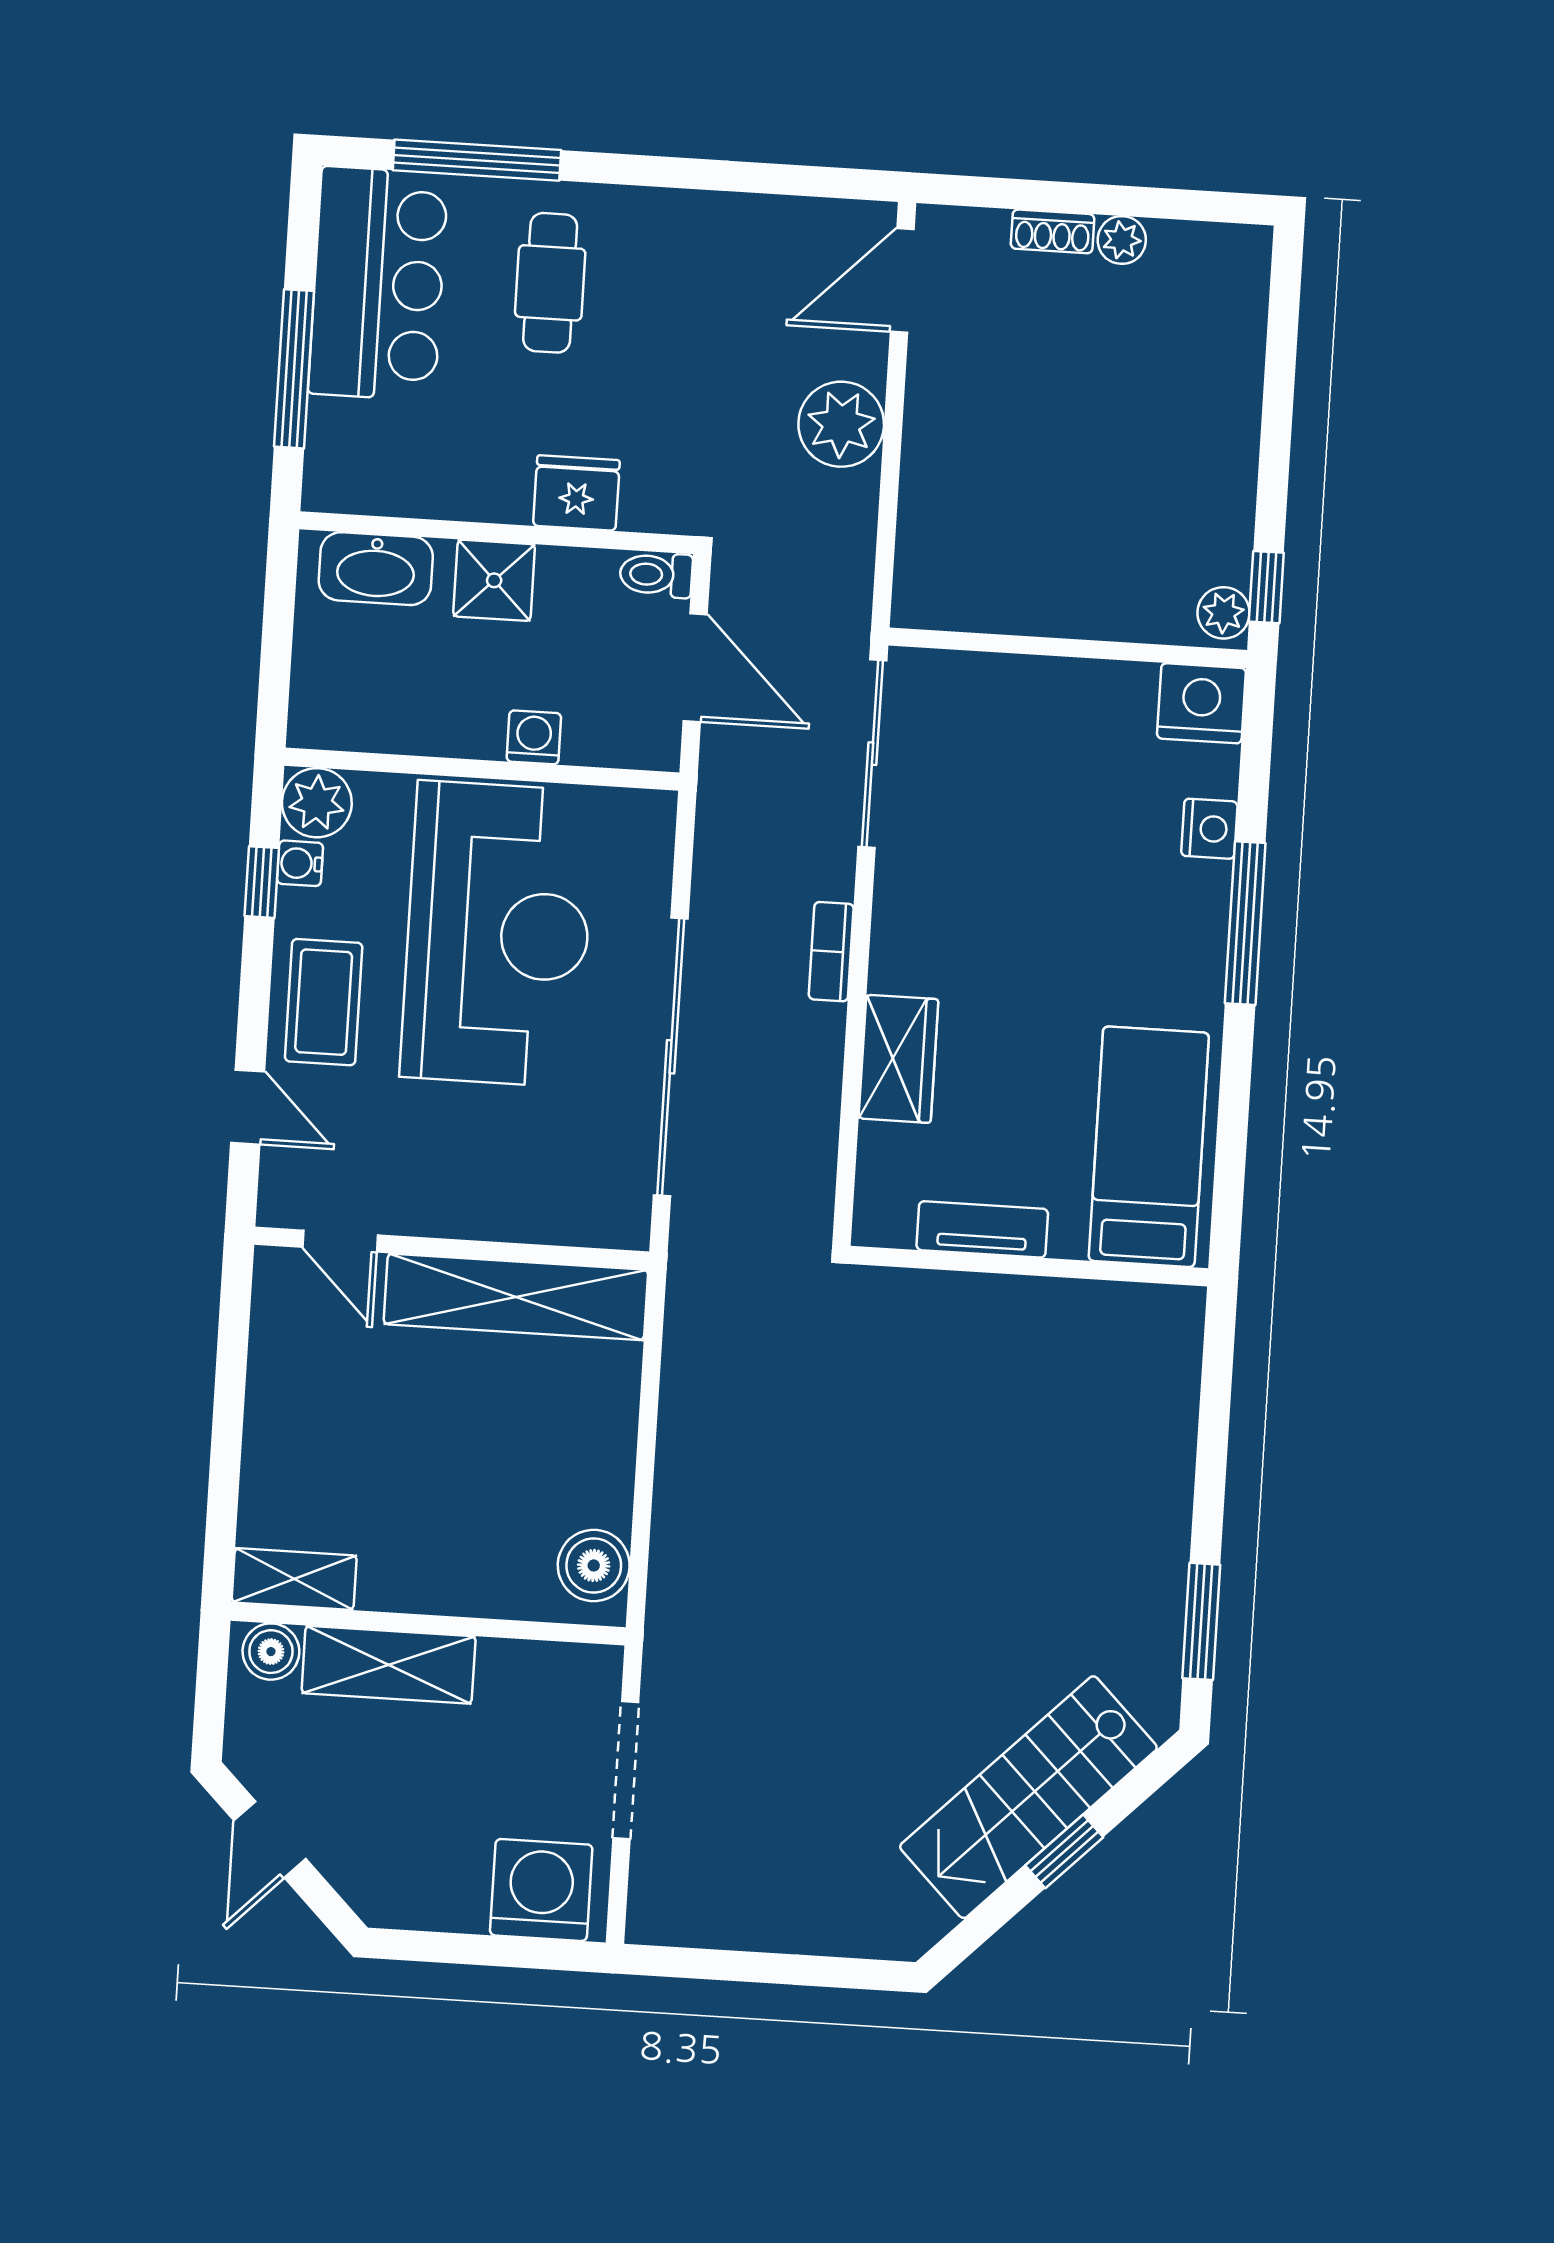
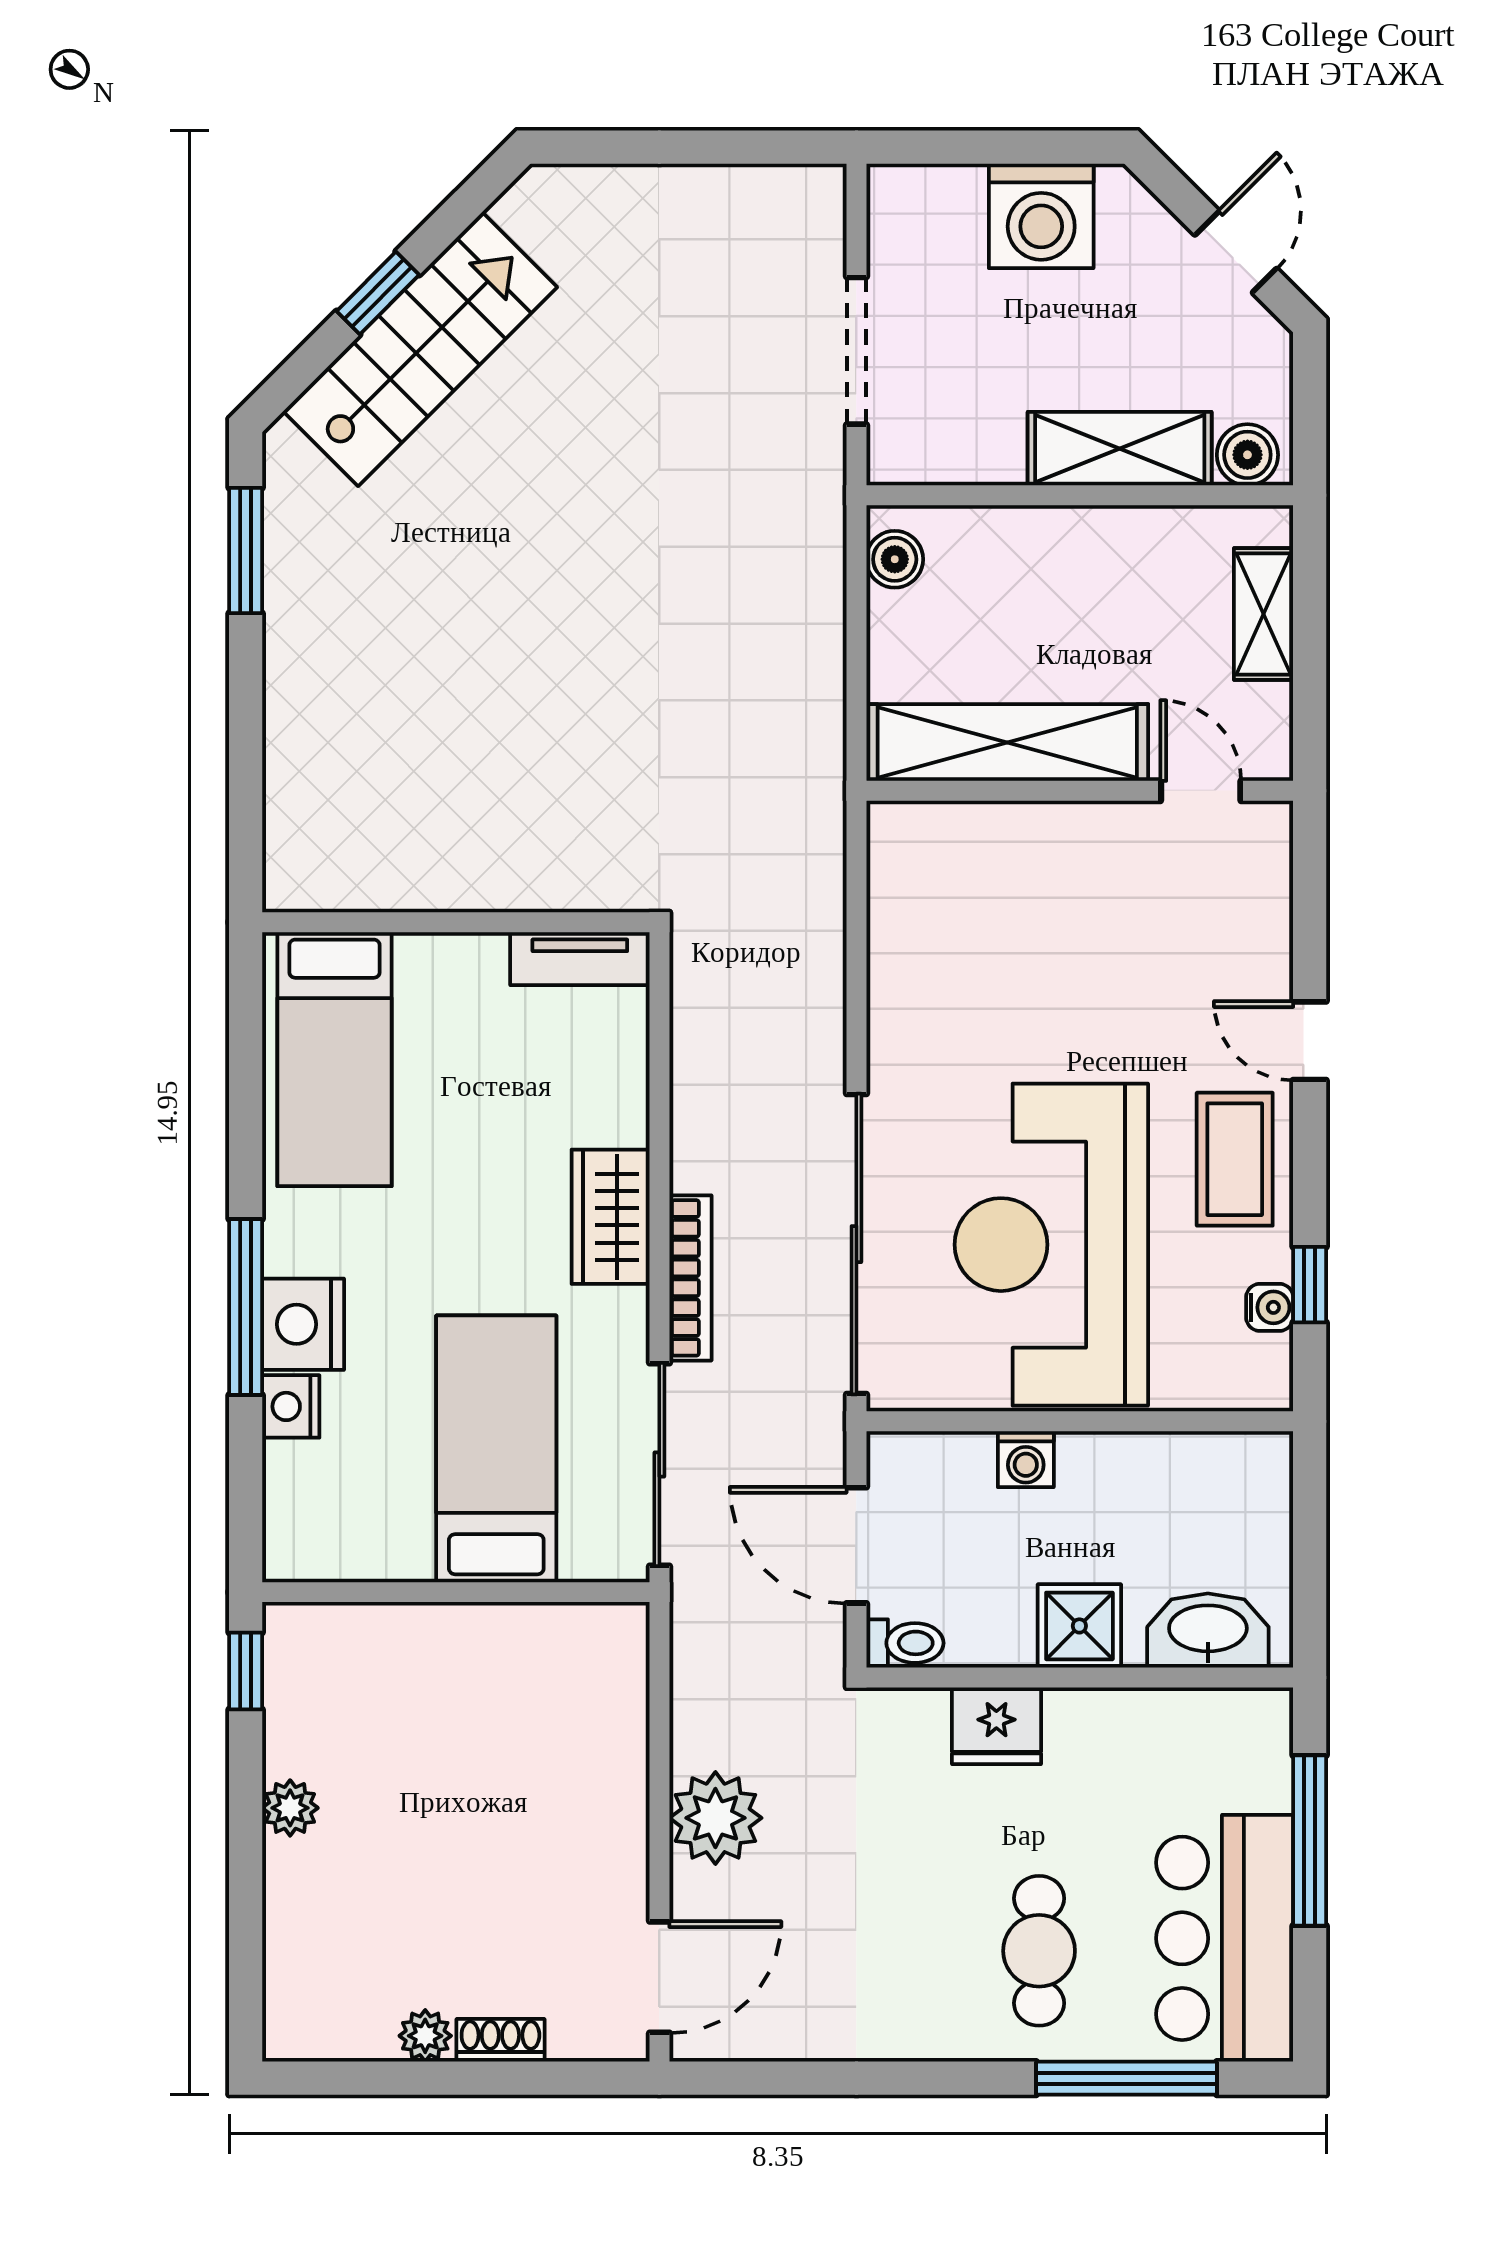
plant: (1224, 613) -> (290, 1808), moved
nightstand: (1201, 703) -> (303, 1324), moved, turned 90
bed: (1022, 778) -> (496, 1449), added
plant: (317, 803) -> (1256, 1374), removed
bookcase: (831, 952) -> (690, 1278), width x1.56
sliding door: (671, 1057) -> (856, 1244), moved
wardrobe: (898, 1059) -> (611, 1217), moved
tv unit: (982, 1229) -> (580, 959), moved
door: (340, 1241) -> (1201, 791), moved
wall: (452, 1248) -> (1080, 791), moved
shelving: (516, 1297) -> (1007, 743), moved
boiler: (594, 1566) -> (895, 559), width x0.73, depth x0.73
shelving: (294, 1579) -> (1264, 614), moved, turned 90
washing machine: (541, 1890) -> (1041, 216), moved

